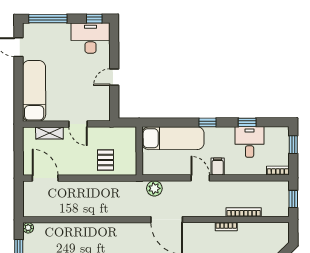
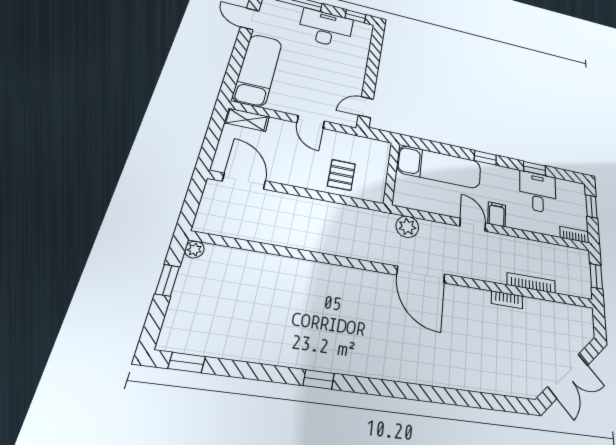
desk: (91, 38) -> (326, 28), moved
door: (114, 77) -> (366, 107), moved
shelving: (49, 133) -> (247, 120), moved

